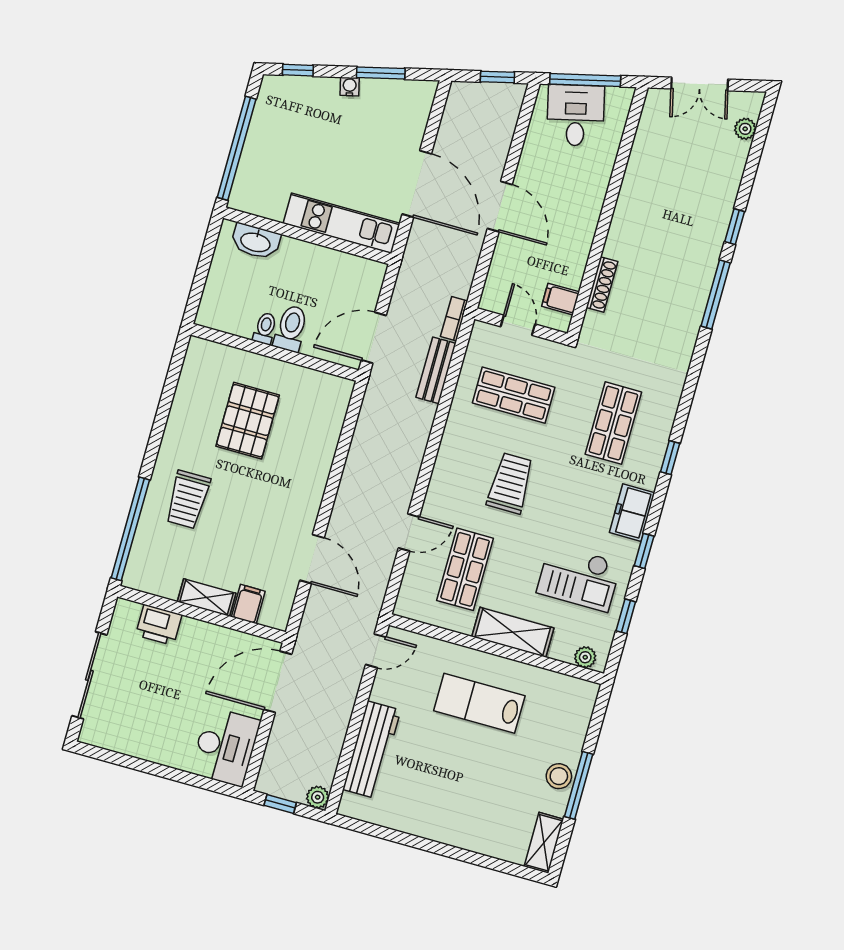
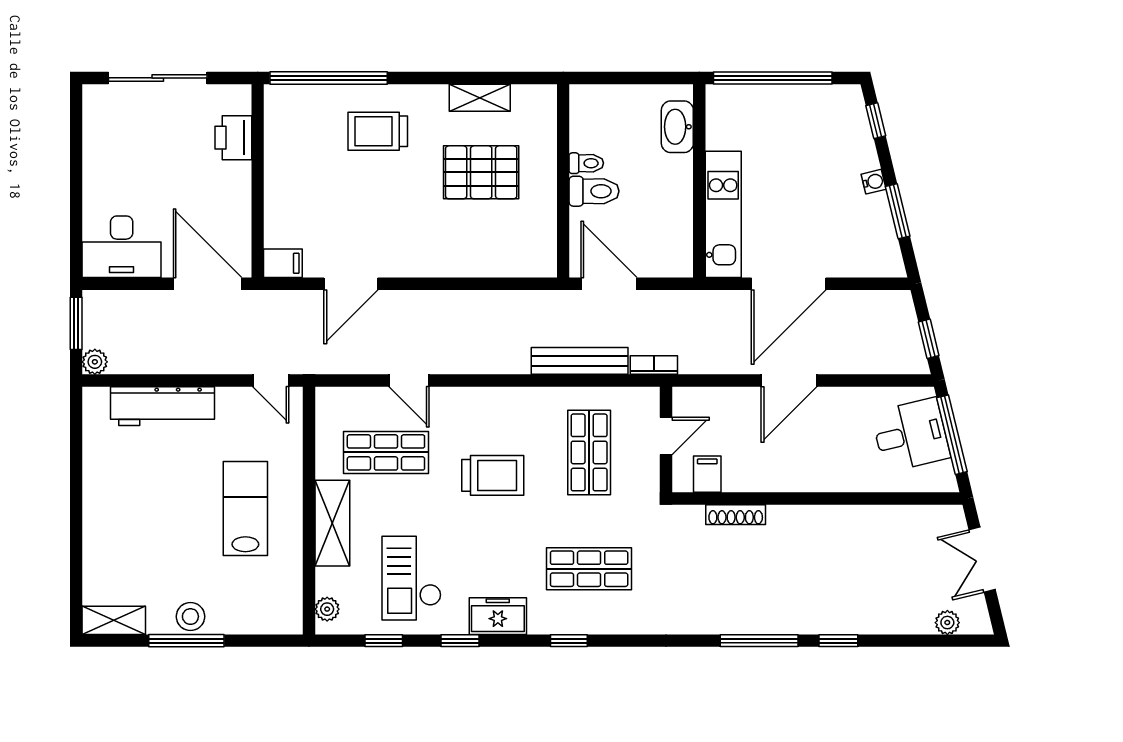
bench: (436, 370) -> (580, 361), width x1.36
shelving: (207, 598) -> (480, 98), moved, turned 90
filing cabinet: (248, 604) -> (283, 263), moved
window: (280, 804) -> (76, 323), width x1.50

